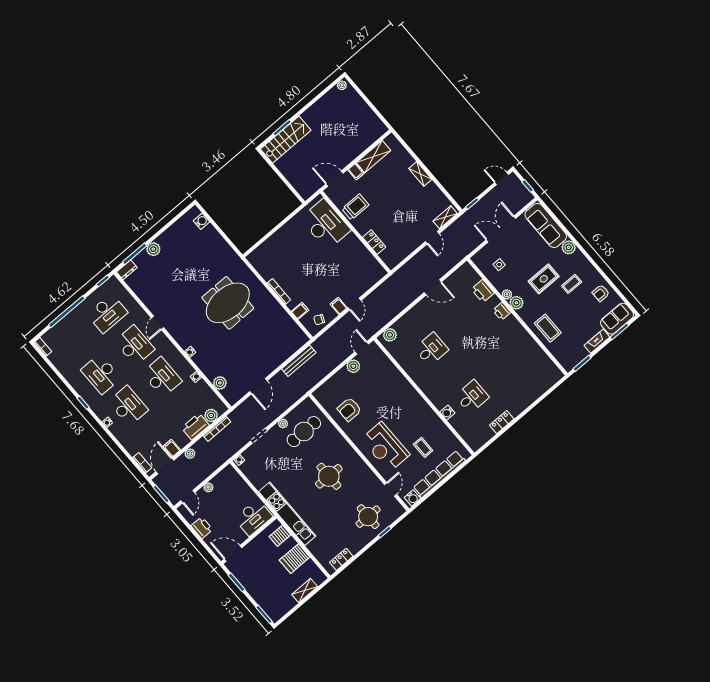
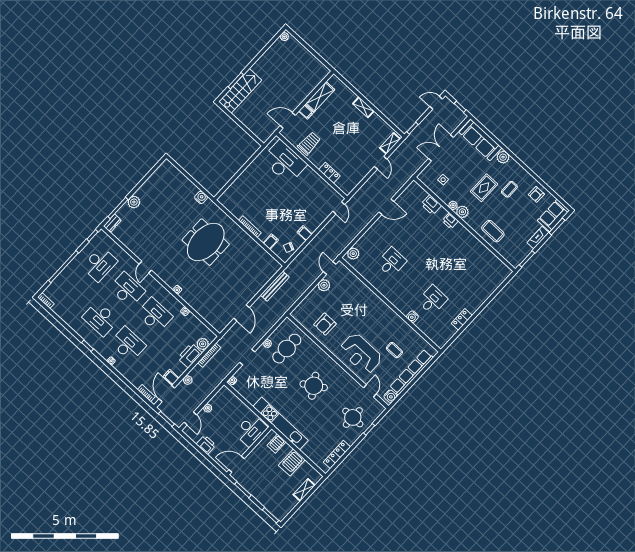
water cooler: (201, 221) -> (201, 197), moved
door: (354, 304) -> (339, 208), moved
plant: (220, 383) -> (207, 314), removed
round table: (329, 476) -> (314, 386), turned -33
locker: (341, 559) -> (337, 454), width x1.53

